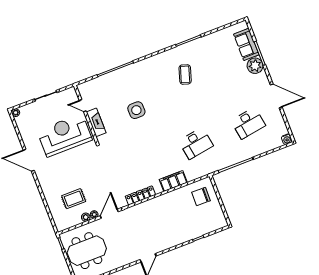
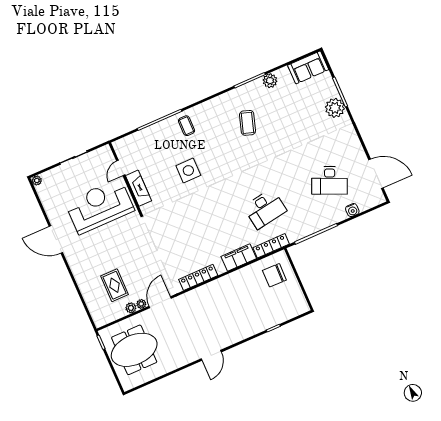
plant: (204, 42) -> (270, 81), added
sofa: (246, 44) -> (308, 67), moved, turned -90
coffee table: (137, 75) -> (187, 126), added
door: (276, 96) -> (376, 174), moved
door: (83, 106) -> (121, 168), hinge flipped
desk: (248, 123) -> (330, 181), turned 33
water cooler: (287, 139) -> (352, 210), moved
locker: (199, 173) -> (271, 246), added
rug: (74, 199) -> (115, 285), turned 90

